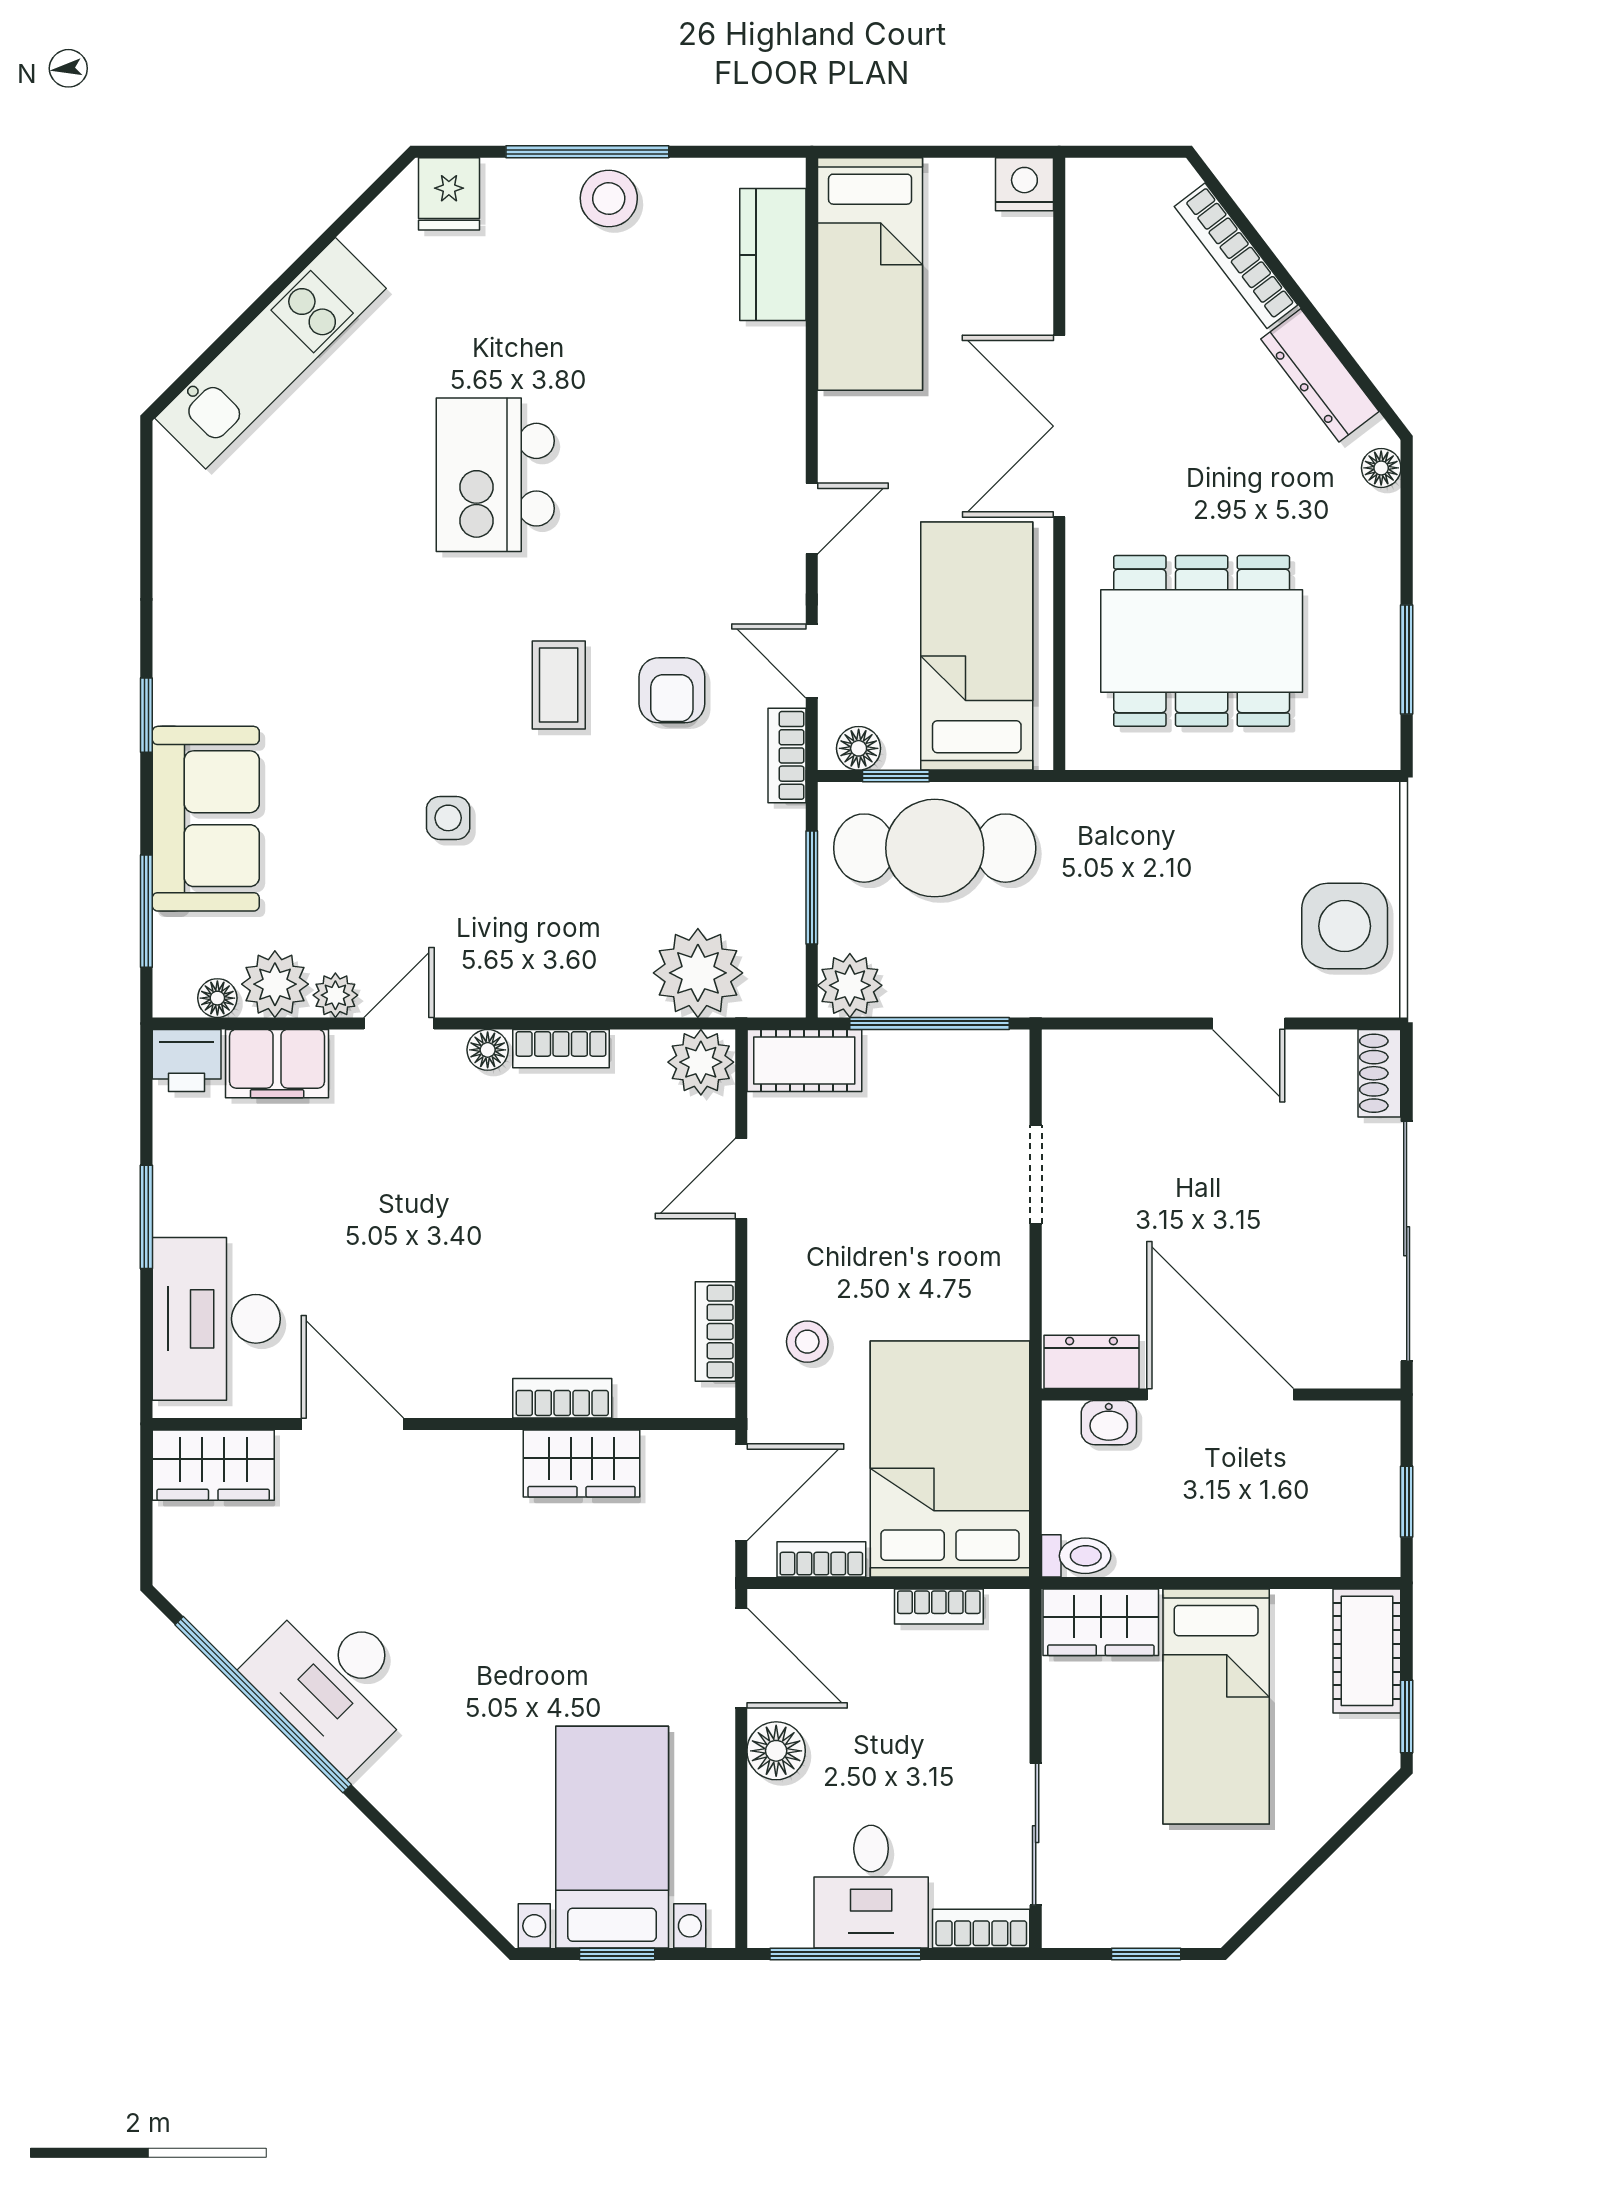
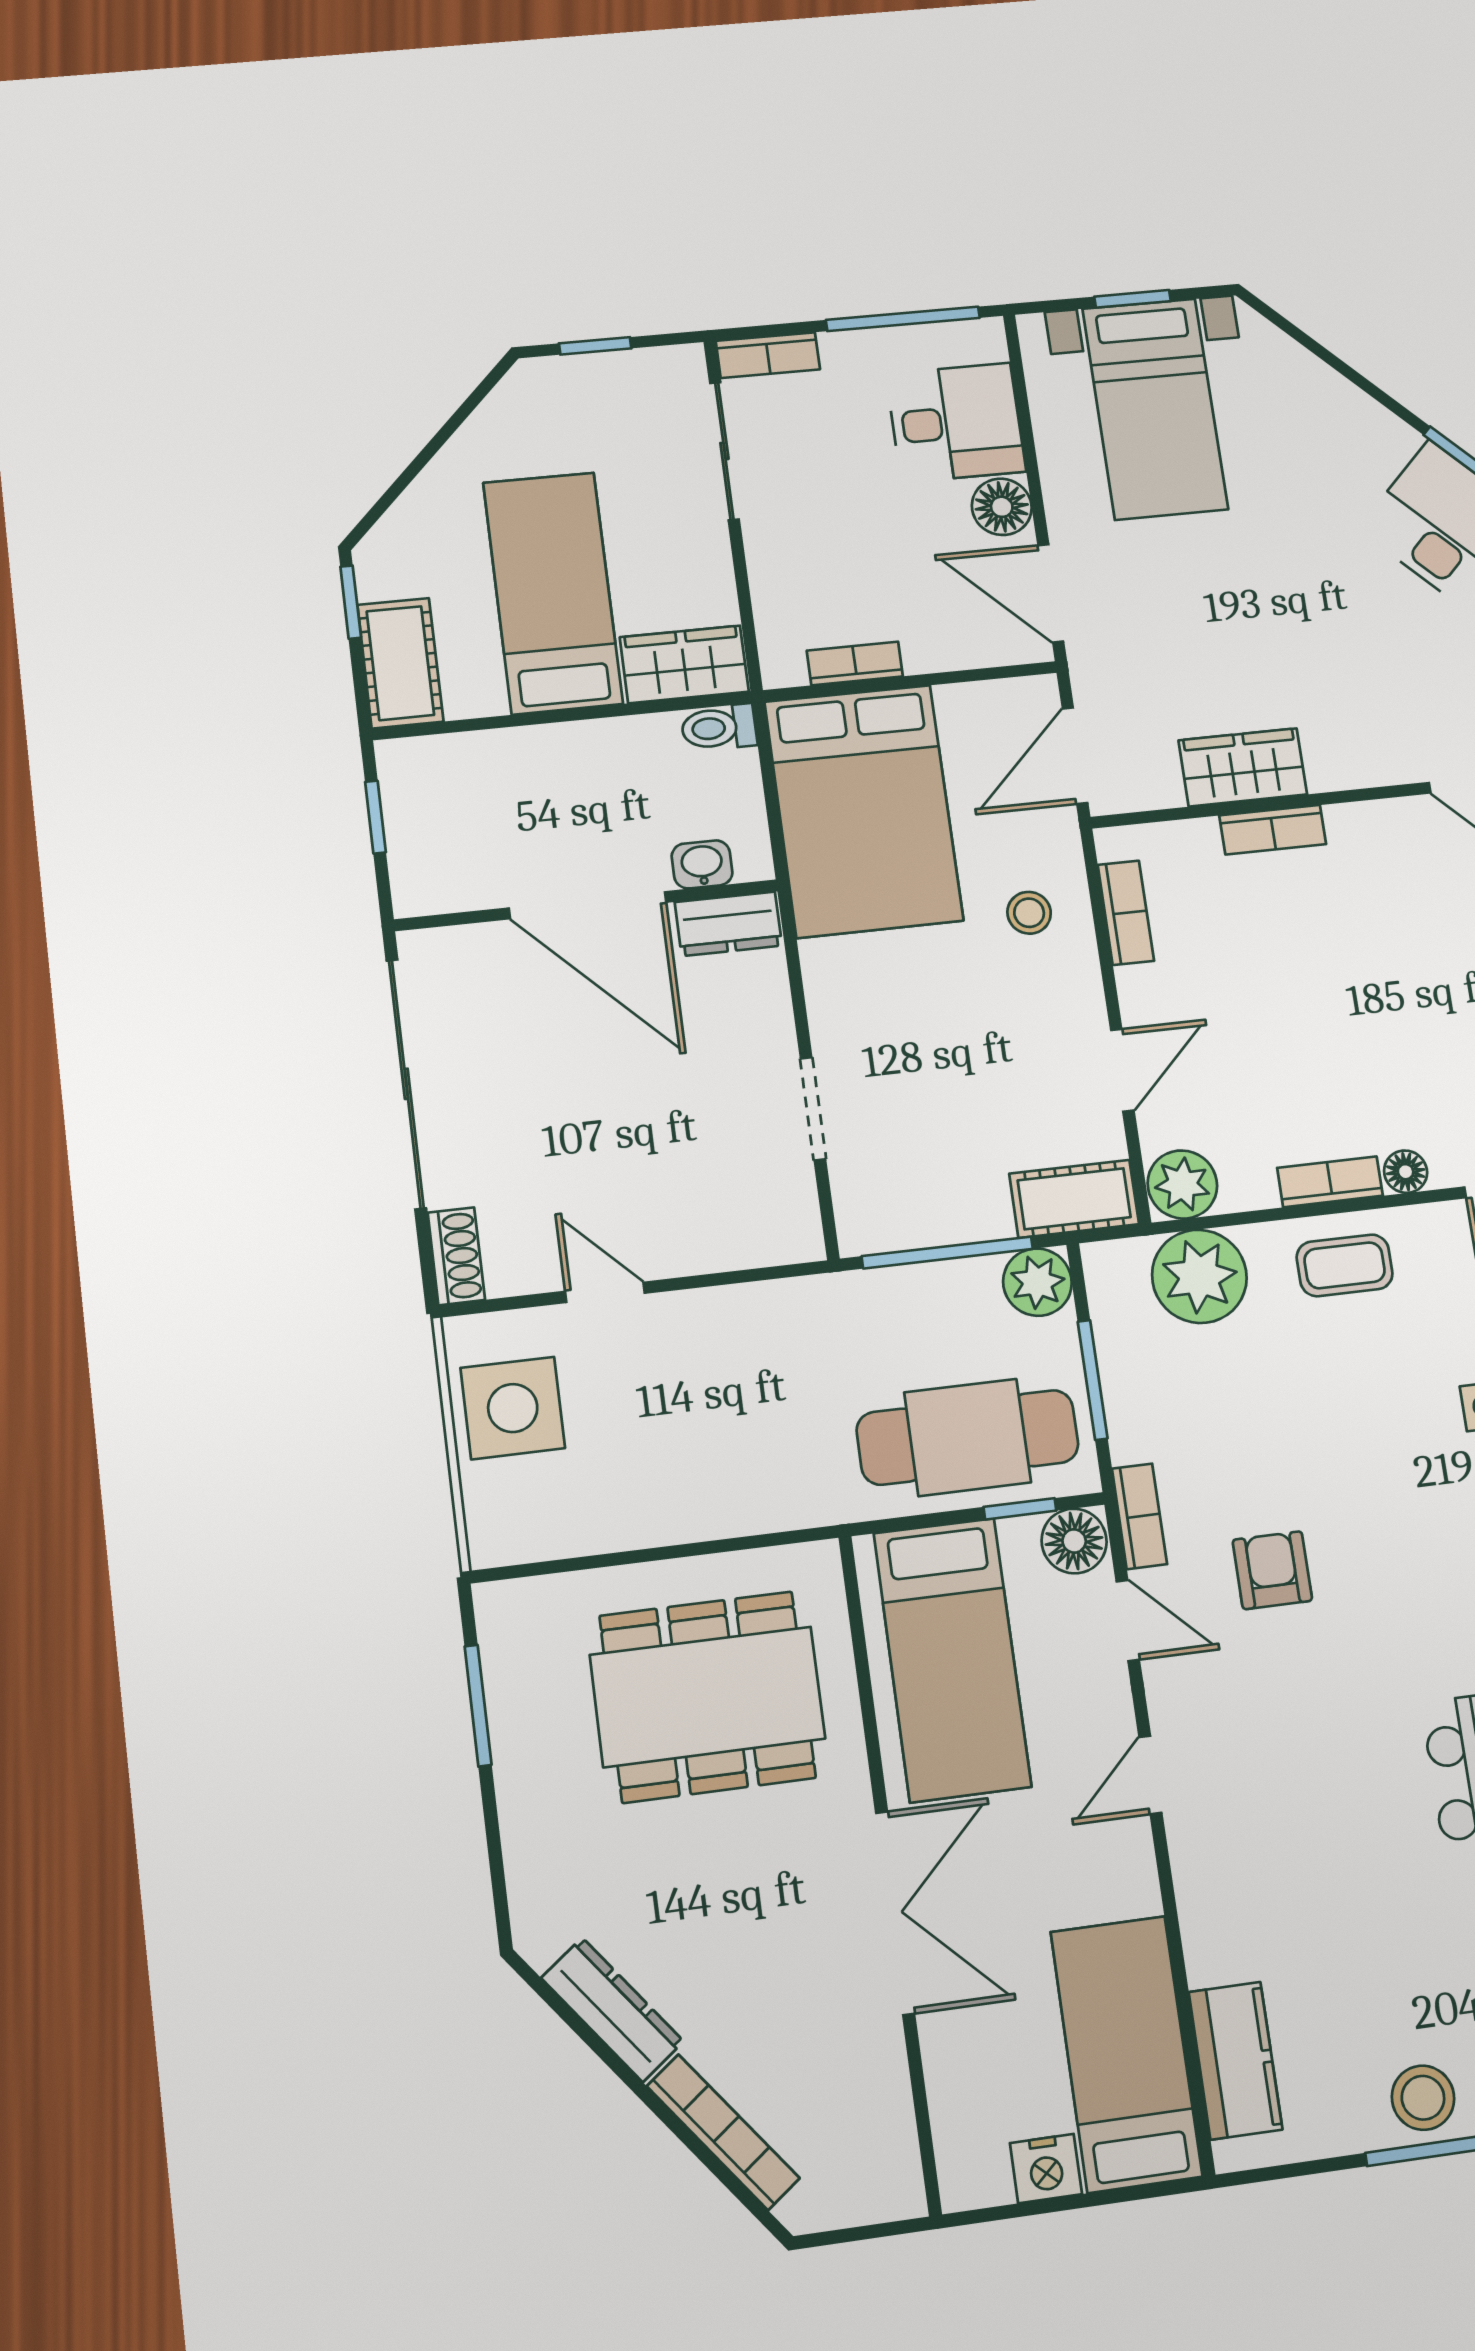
nightstand: (1024, 184) -> (1046, 2169), moved
floor lamp: (1381, 468) -> (531, 1915), removed
coffee table: (559, 685) -> (1345, 1265), moved, turned 90
floor lamp: (859, 748) -> (1074, 1541), width x1.37, depth x1.37
bookcase: (821, 1559) -> (983, 698), removed
desk: (871, 1887) -> (956, 423), moved, turned 90

